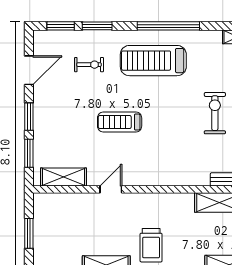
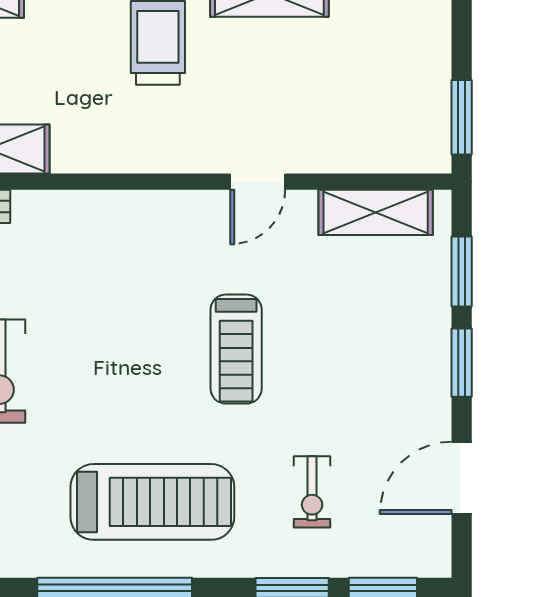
exercise bike: (89, 65) -> (312, 492), turned -90
treadmill: (120, 122) -> (236, 349), turned 90
window: (29, 233) -> (462, 117), moved

